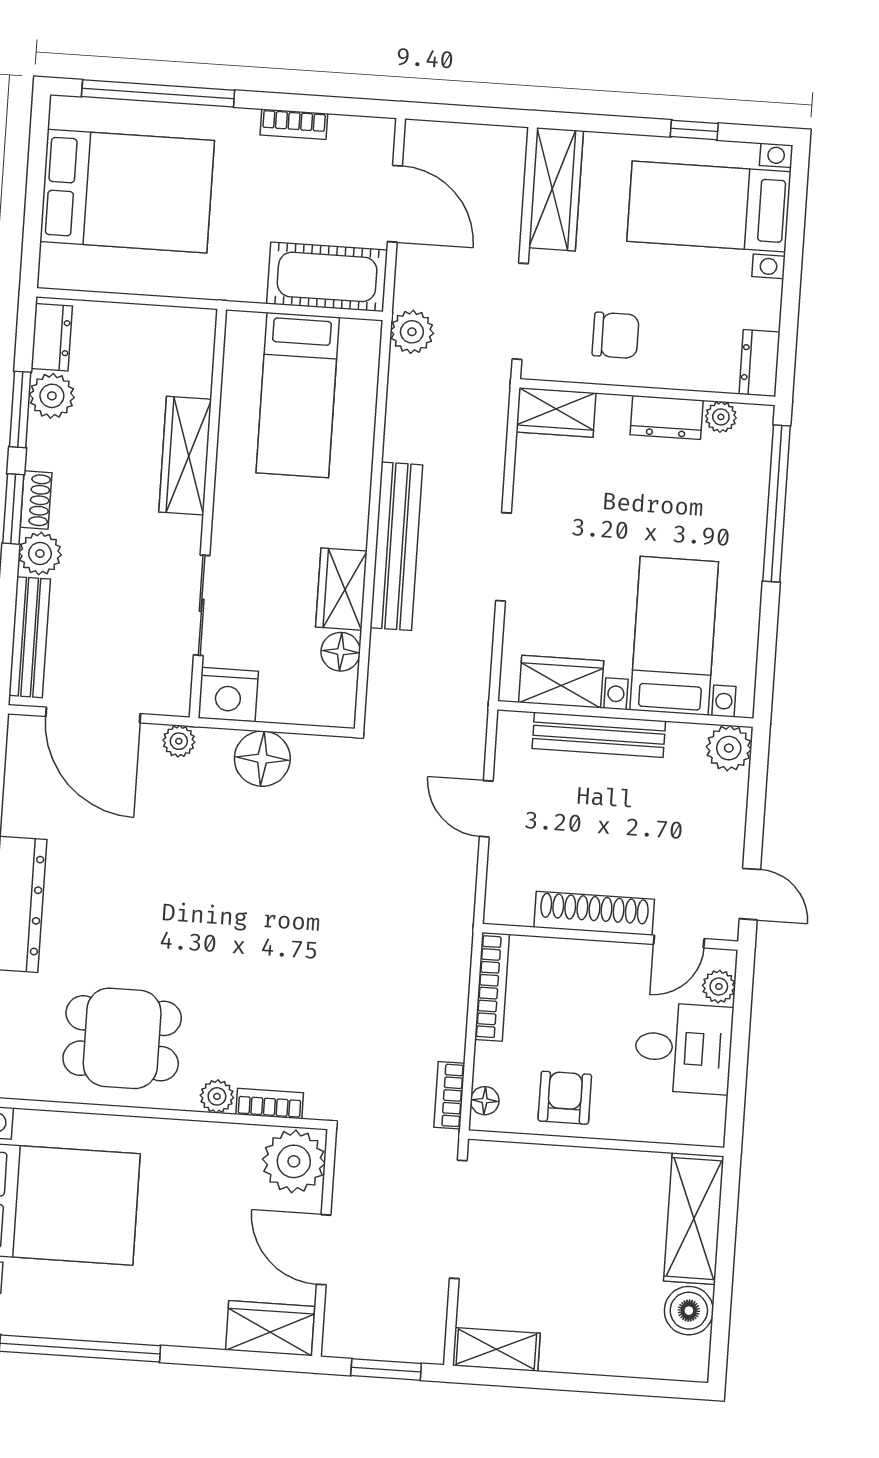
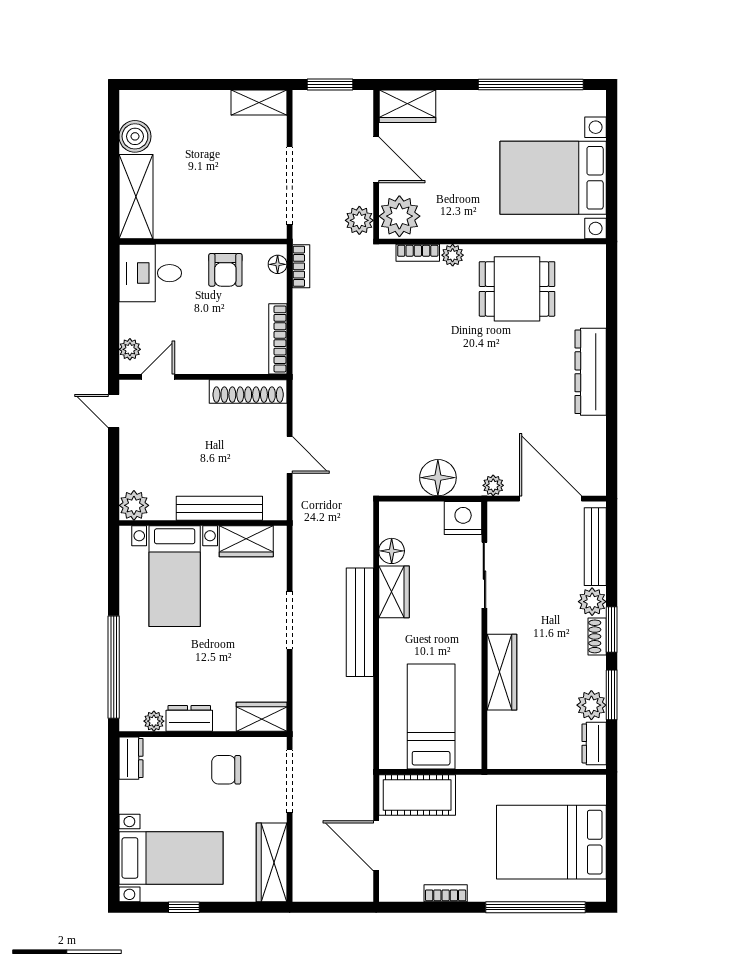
plant: (412, 332) -> (359, 220), moved
shoe rack: (594, 913) -> (248, 391), moved
desk: (683, 1048) -> (150, 273), moved

